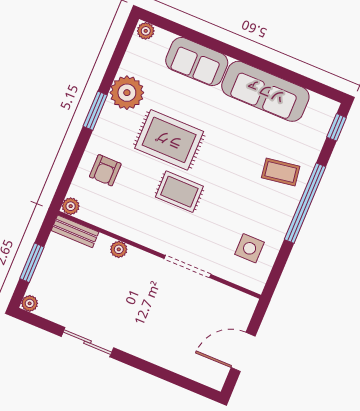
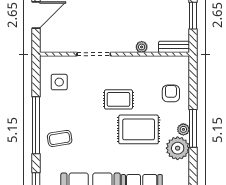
window: (95, 111) -> (193, 128), width x1.44
plant: (71, 206) -> (183, 129), moved

